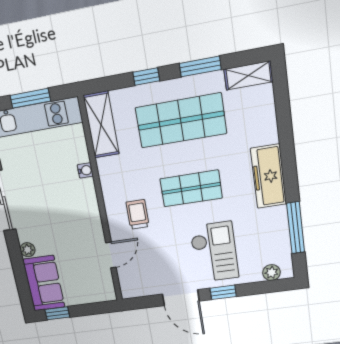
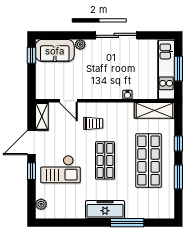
shelving: (248, 75) -> (42, 116), moved
window: (296, 228) -> (127, 223), moved

